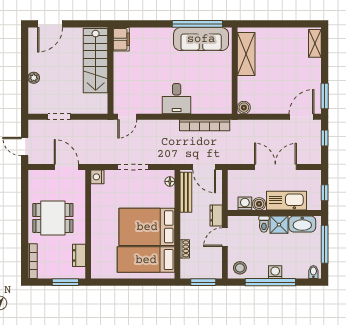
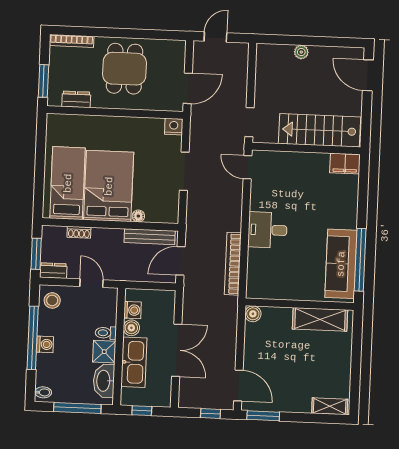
doorway: (59, 117) -> (249, 122), moved
floor lamp: (170, 181) -> (138, 216), moved
dresser: (216, 215) -> (53, 271), moved

